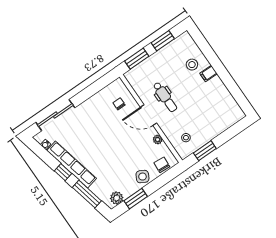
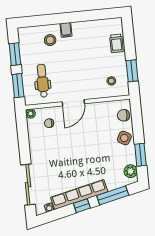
dental chair: (165, 97) -> (43, 81), moved, turned -90
trolley: (221, 124) -> (116, 43), added
plant: (158, 140) -> (31, 114), moved

